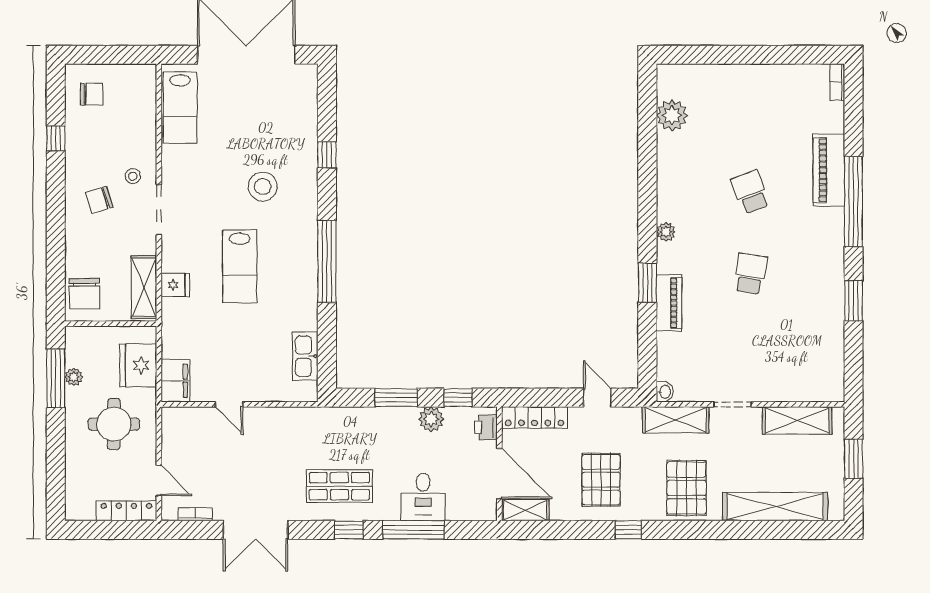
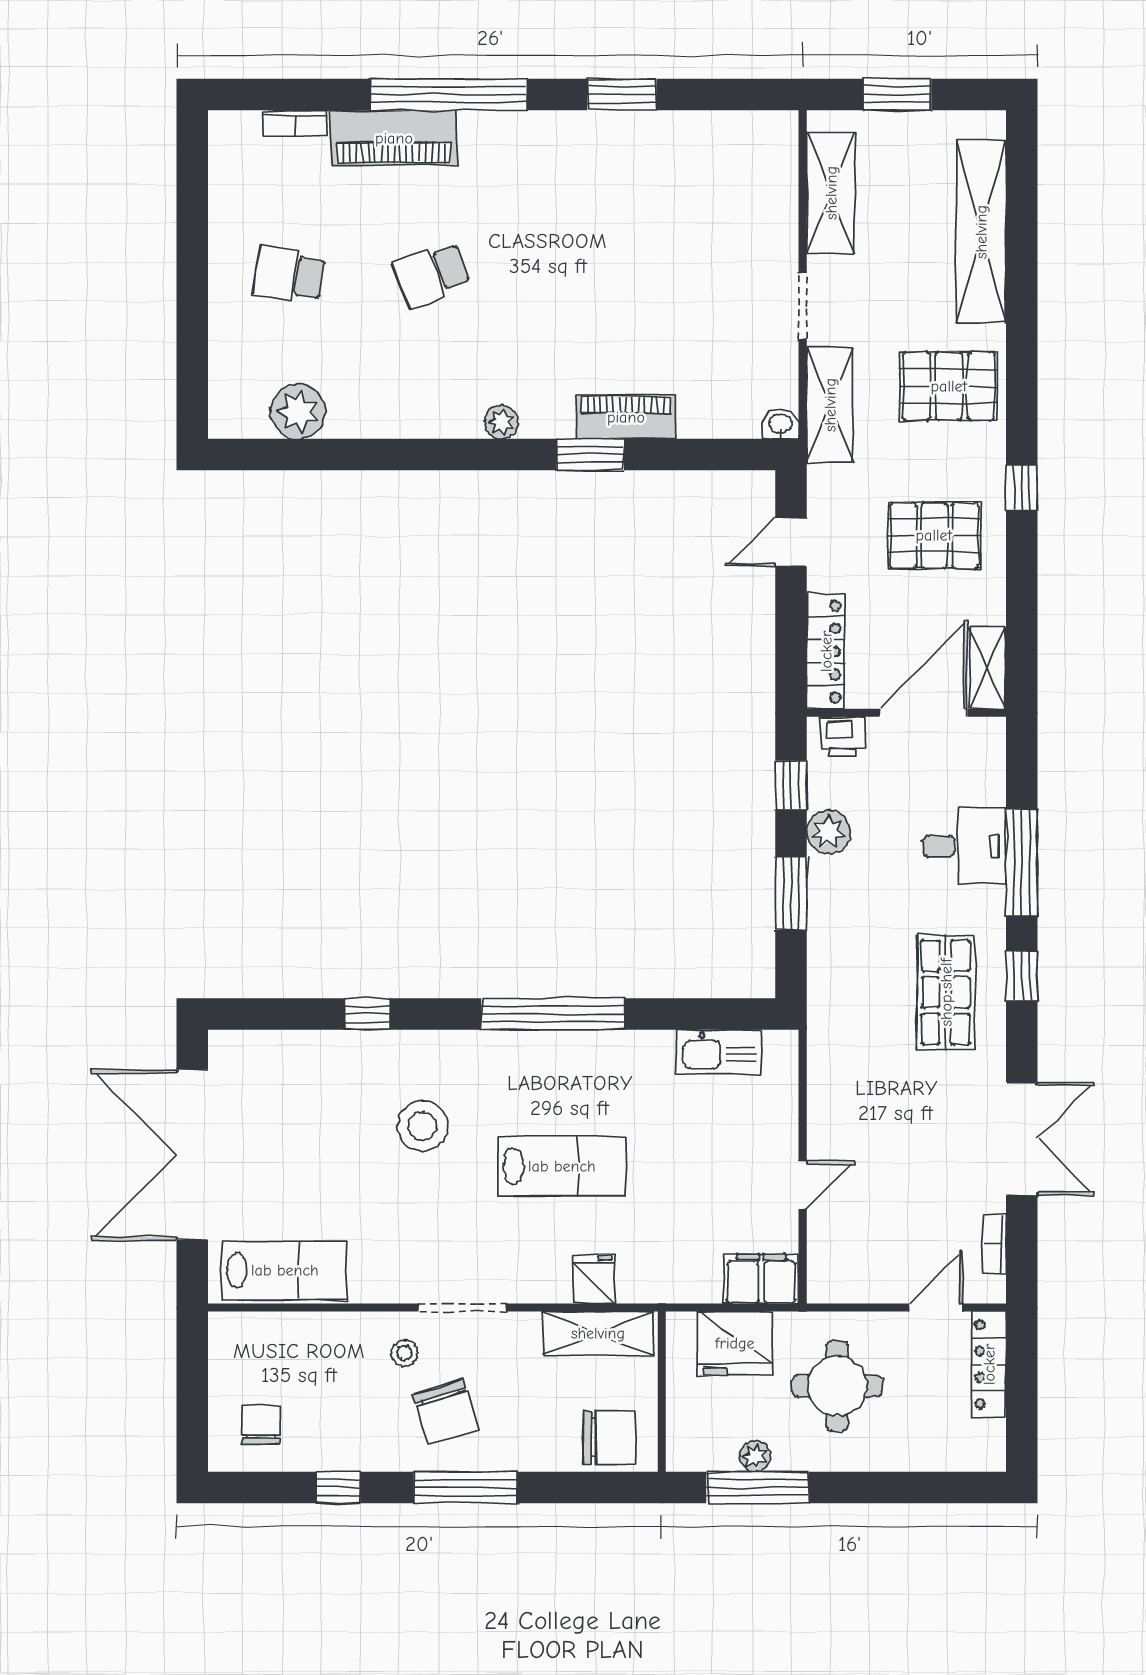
bookcase: (837, 82) -> (295, 123), moved
chair: (99, 200) -> (446, 1412), width x1.37, depth x1.37
window: (56, 211) -> (465, 1488), added
school desk: (750, 274) -> (289, 275), moved

